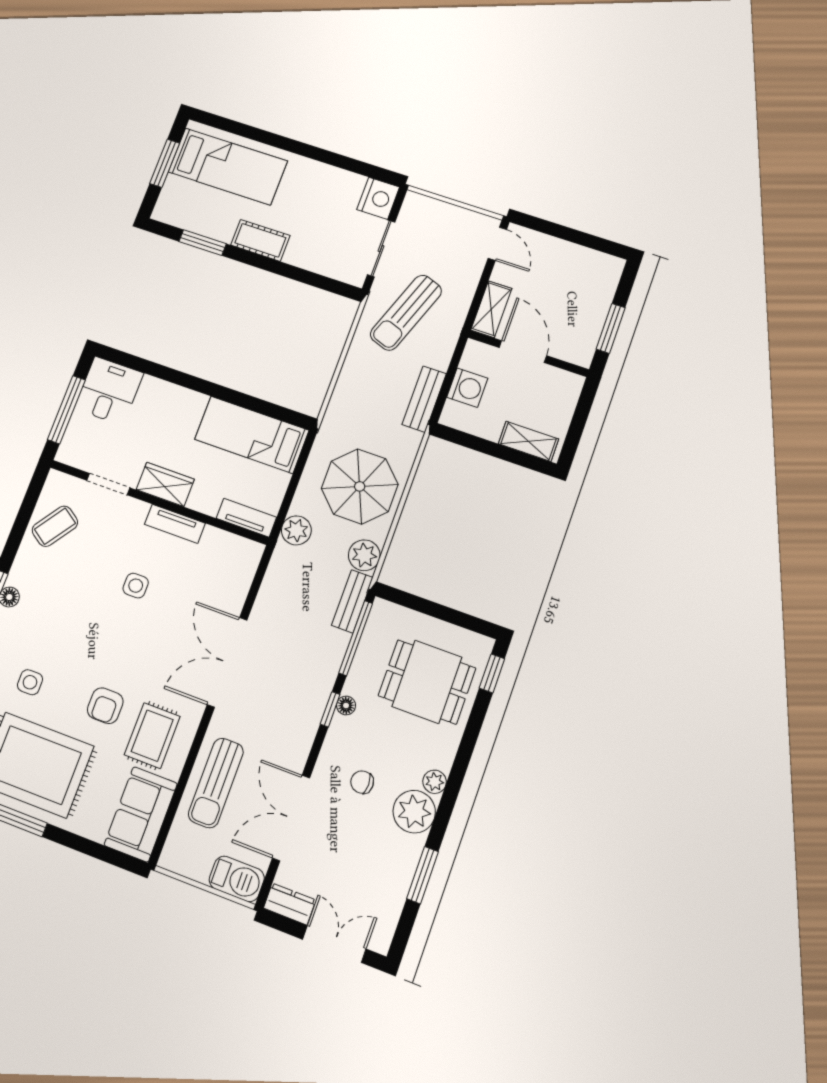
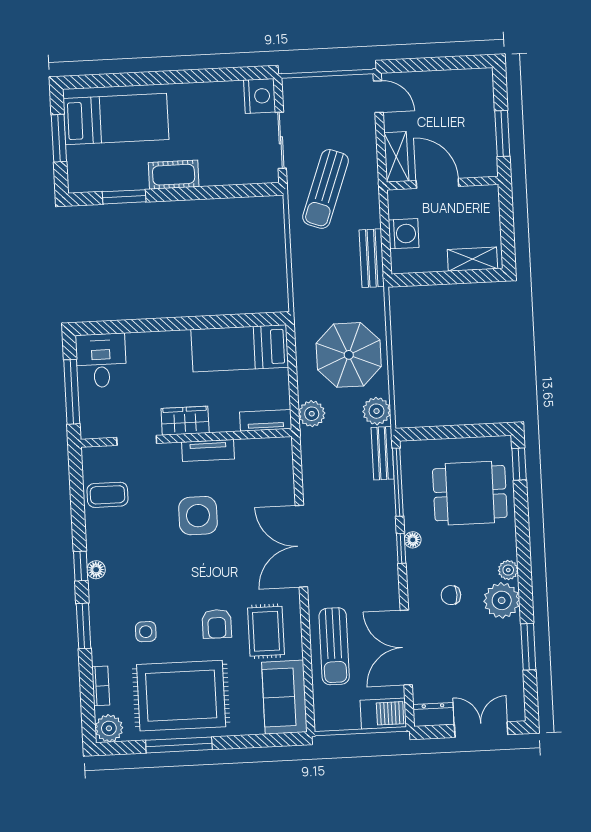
coffee table: (55, 526) -> (107, 495), turned 55
side table: (136, 586) -> (198, 516), width x1.87, depth x1.87

